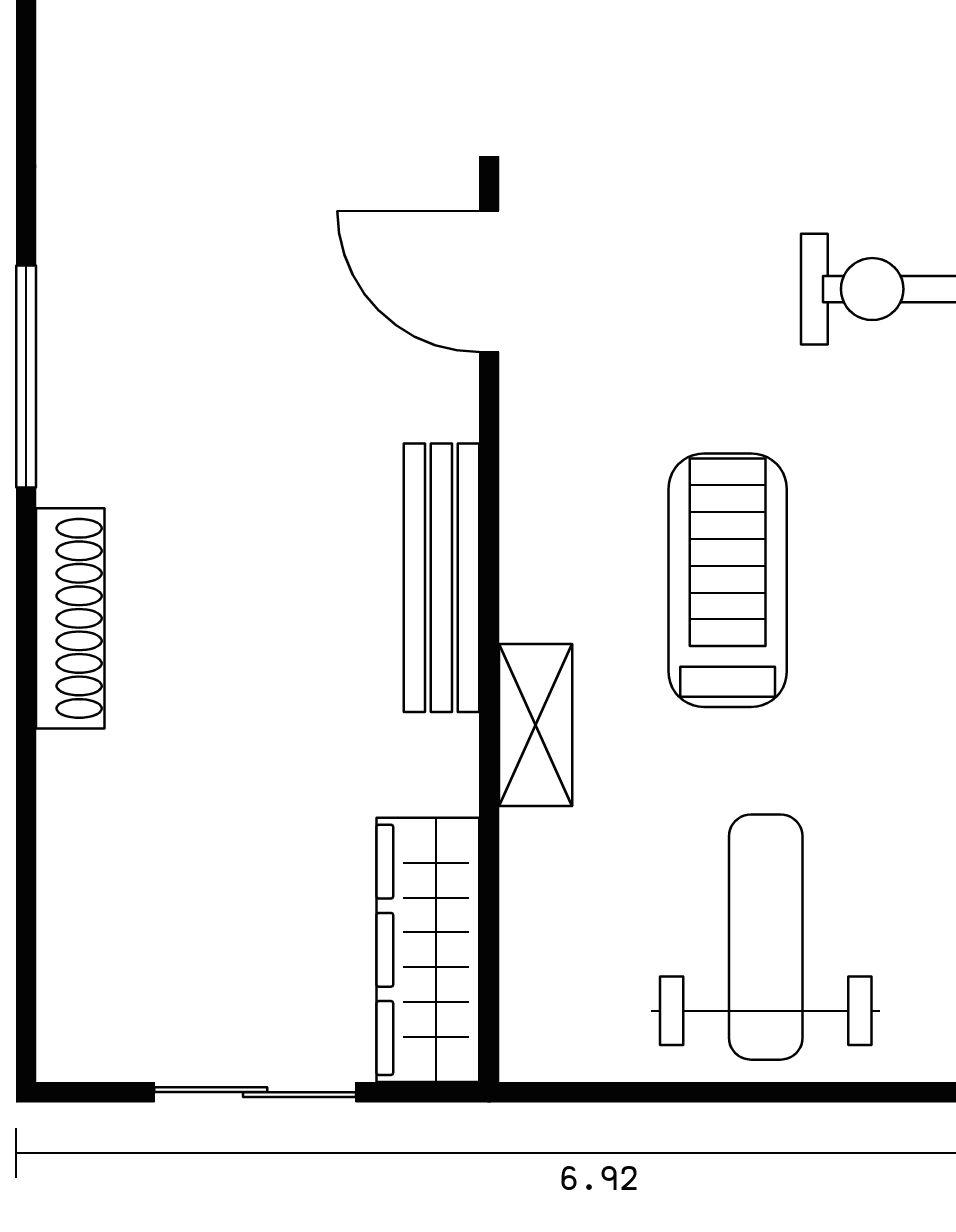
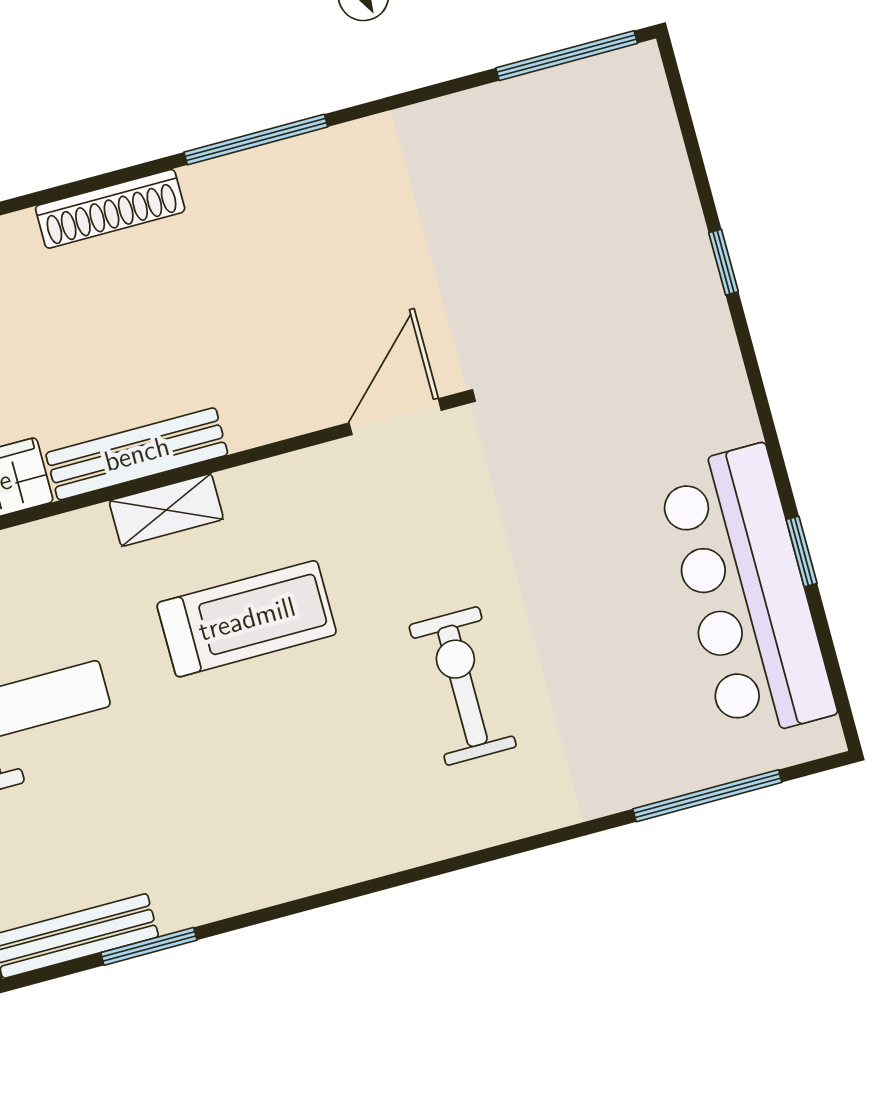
bench: (441, 578) -> (137, 454), moved
shelving: (536, 725) -> (166, 510), moved

